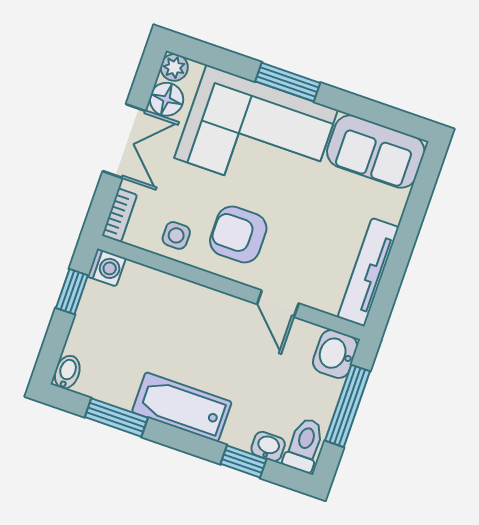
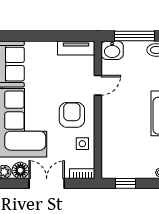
armchair: (238, 234) -> (72, 115), turned 180
washing machine: (107, 267) -> (109, 171), removed
tv unit: (368, 272) -> (76, 48), width x0.71

